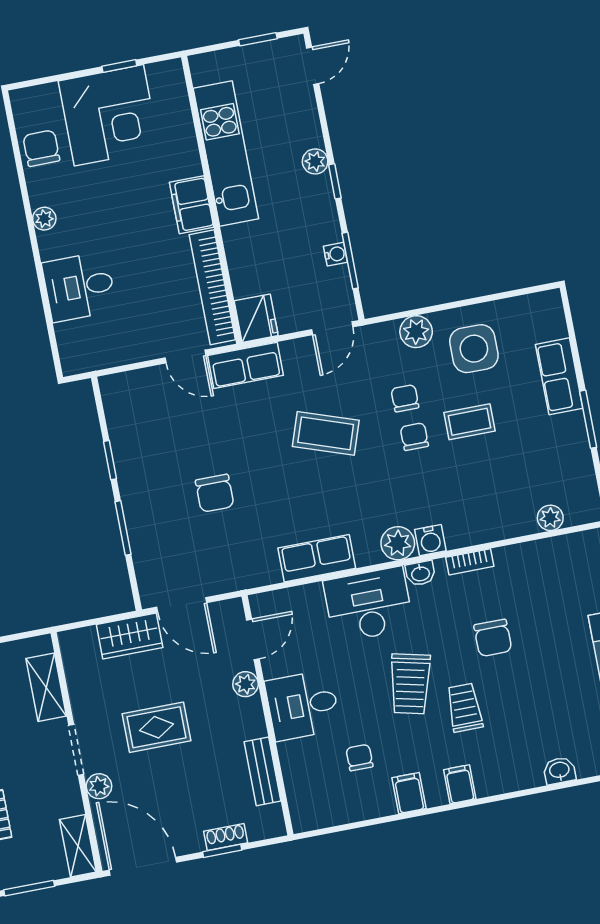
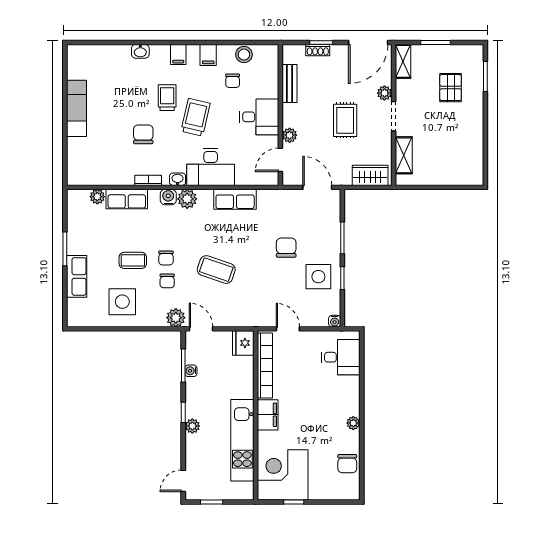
corner desk: (109, 115) -> (283, 475), moved
desk: (79, 287) -> (341, 357), moved
door: (332, 328) -> (201, 329), hinge flipped
plant: (416, 332) -> (176, 318), moved
row of seats: (245, 365) -> (127, 199), moved, turned 180
water cooler: (109, 385) -> (335, 321), added
side table: (151, 455) -> (318, 277), added
wardrobe: (130, 636) -> (370, 175), moved
trolley: (464, 708) -> (167, 98), turned 180
rug: (156, 727) -> (345, 120), turned 90
washbasin: (559, 771) -> (140, 51), moved
stool: (349, 805) -> (244, 55), added
door: (143, 866) -> (368, 43), hinge flipped

